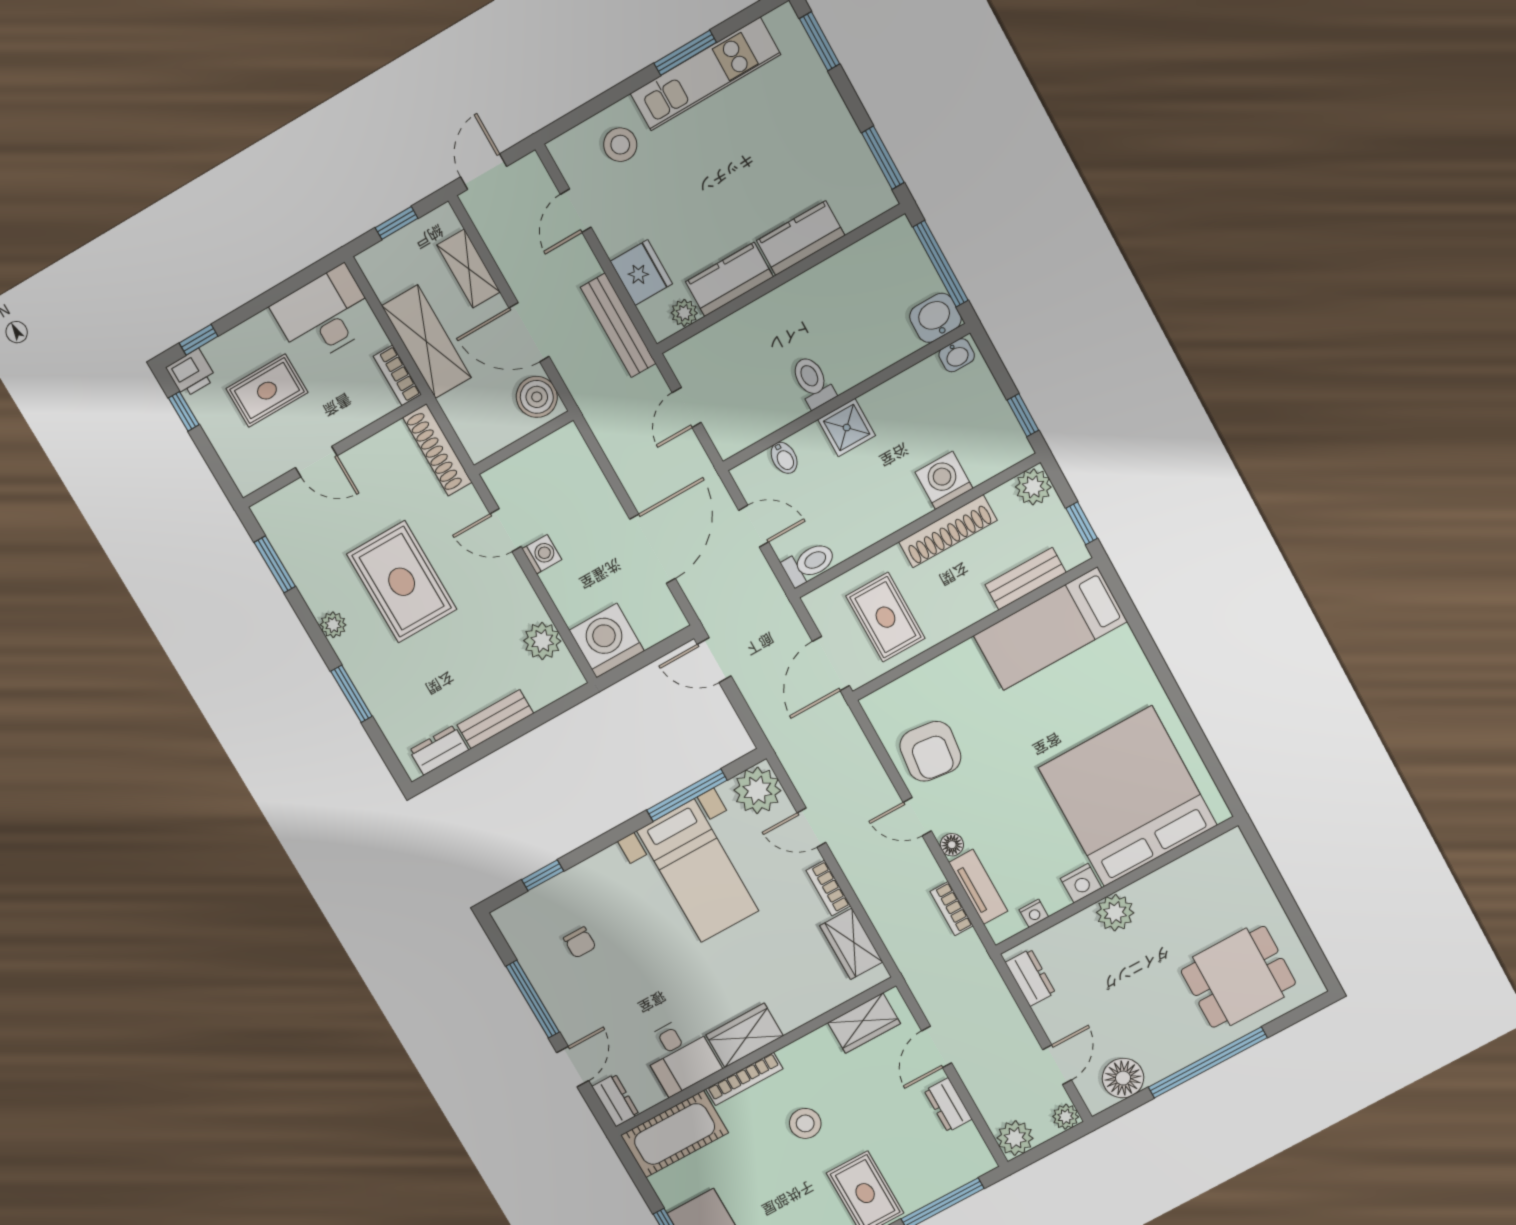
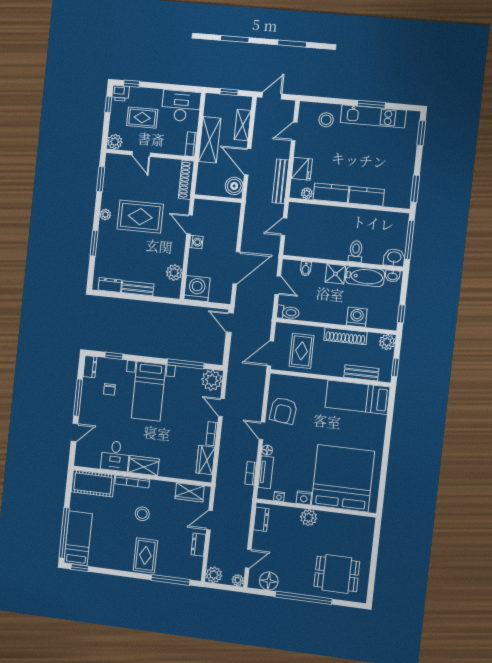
toilet: (813, 382) -> (356, 251), moved
bathtub: (905, 393) -> (365, 277), added
plant: (249, 474) -> (115, 142), added
rug: (402, 582) -> (140, 217), turned 90
bed with nightstands: (698, 871) -> (148, 391), moved
dresser: (616, 1100) -> (90, 367), moved

